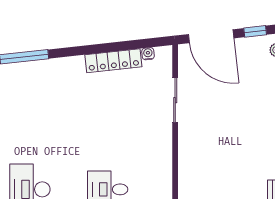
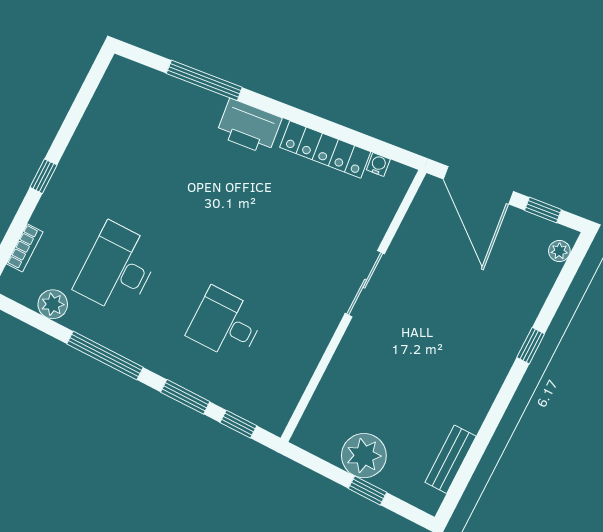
printer: (63, 70) -> (249, 127), added
sliding door: (175, 100) -> (365, 284), moved

